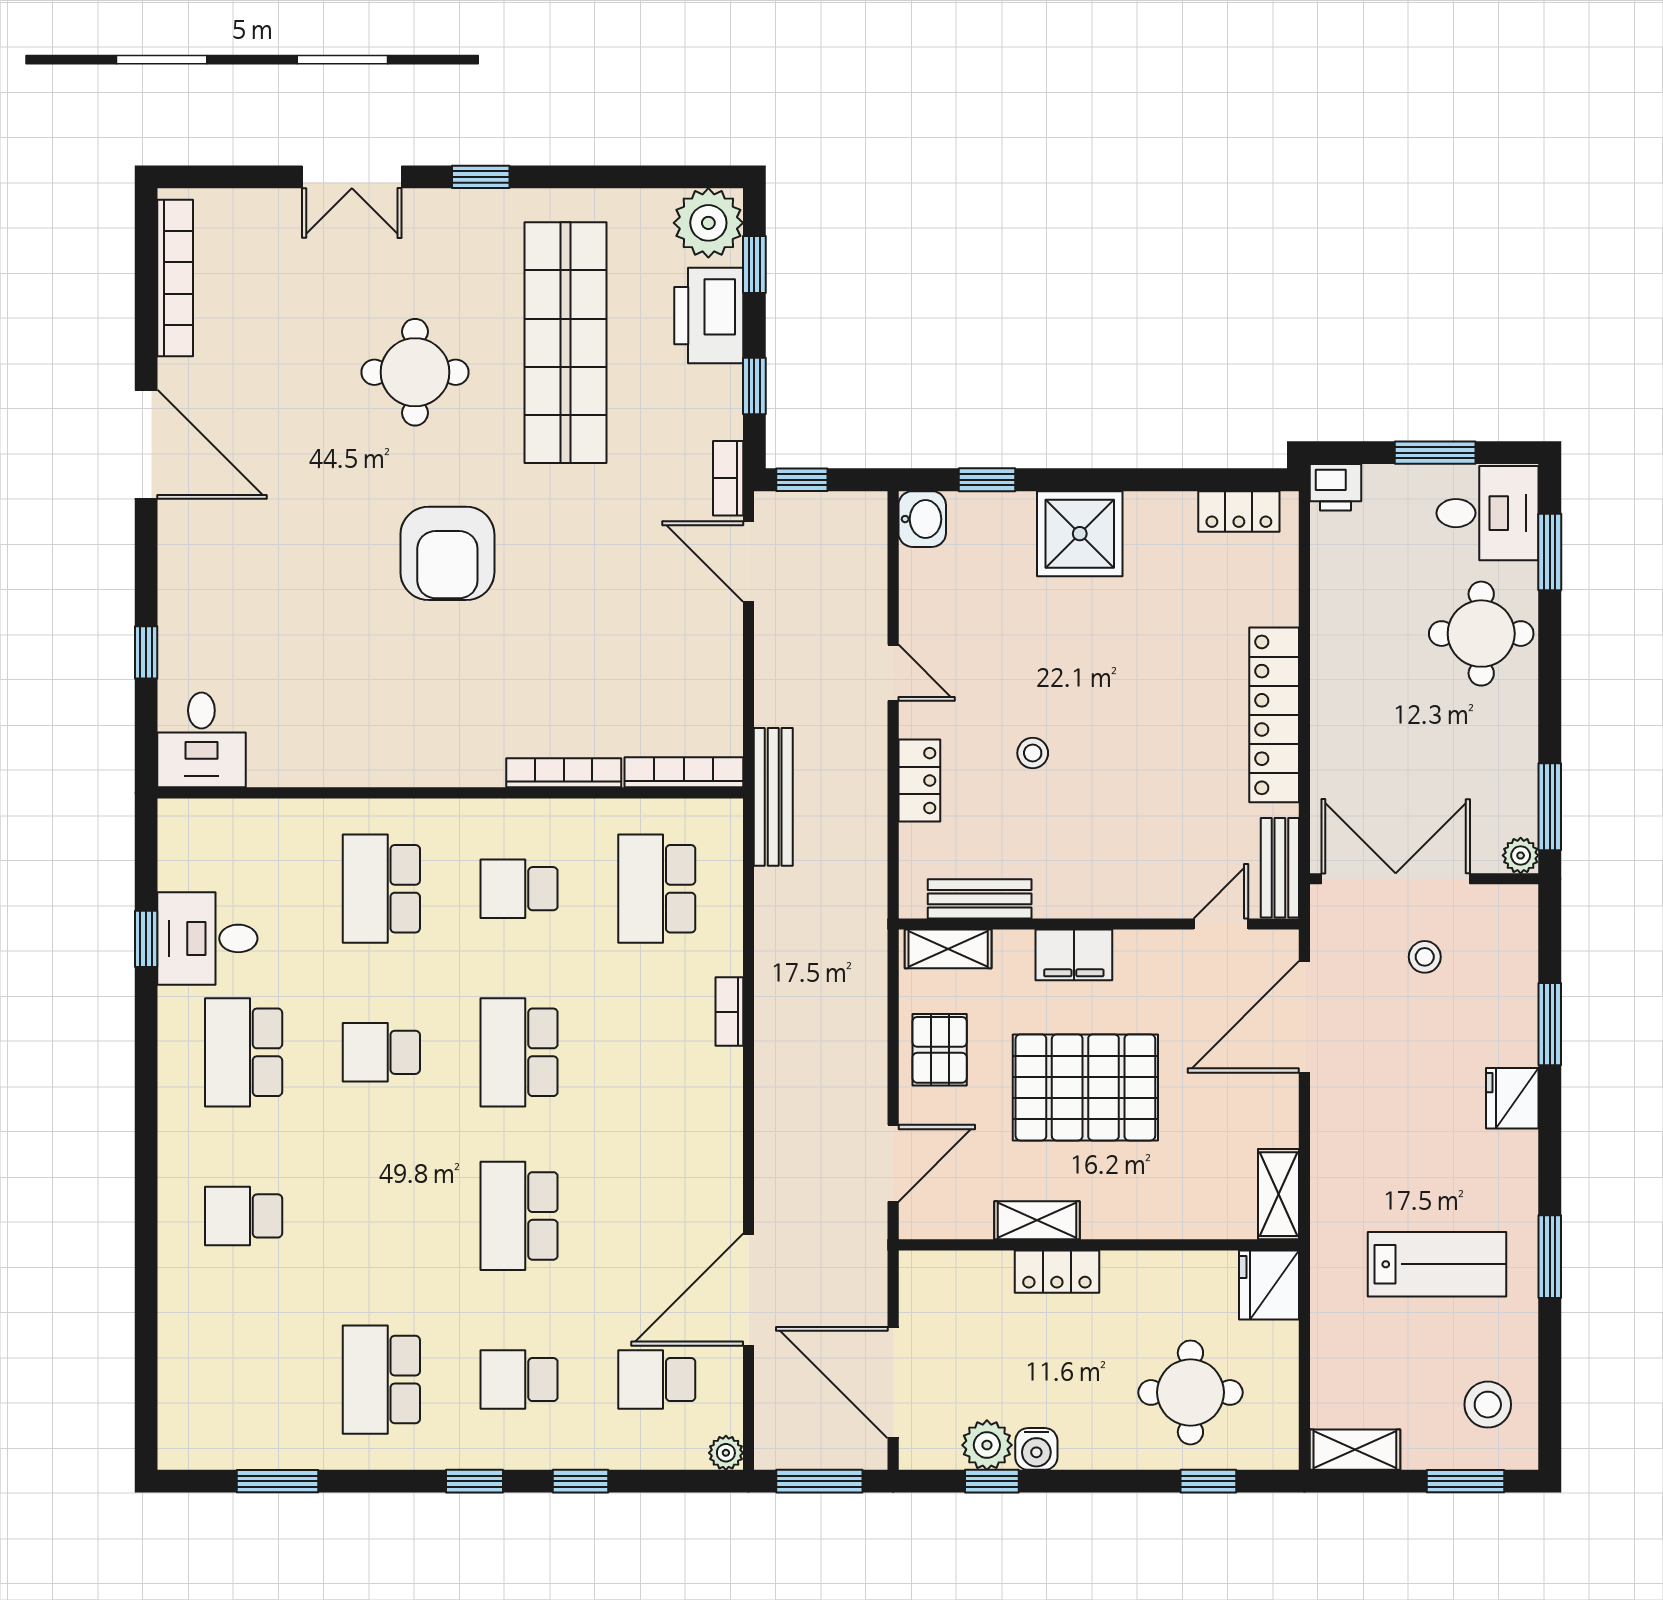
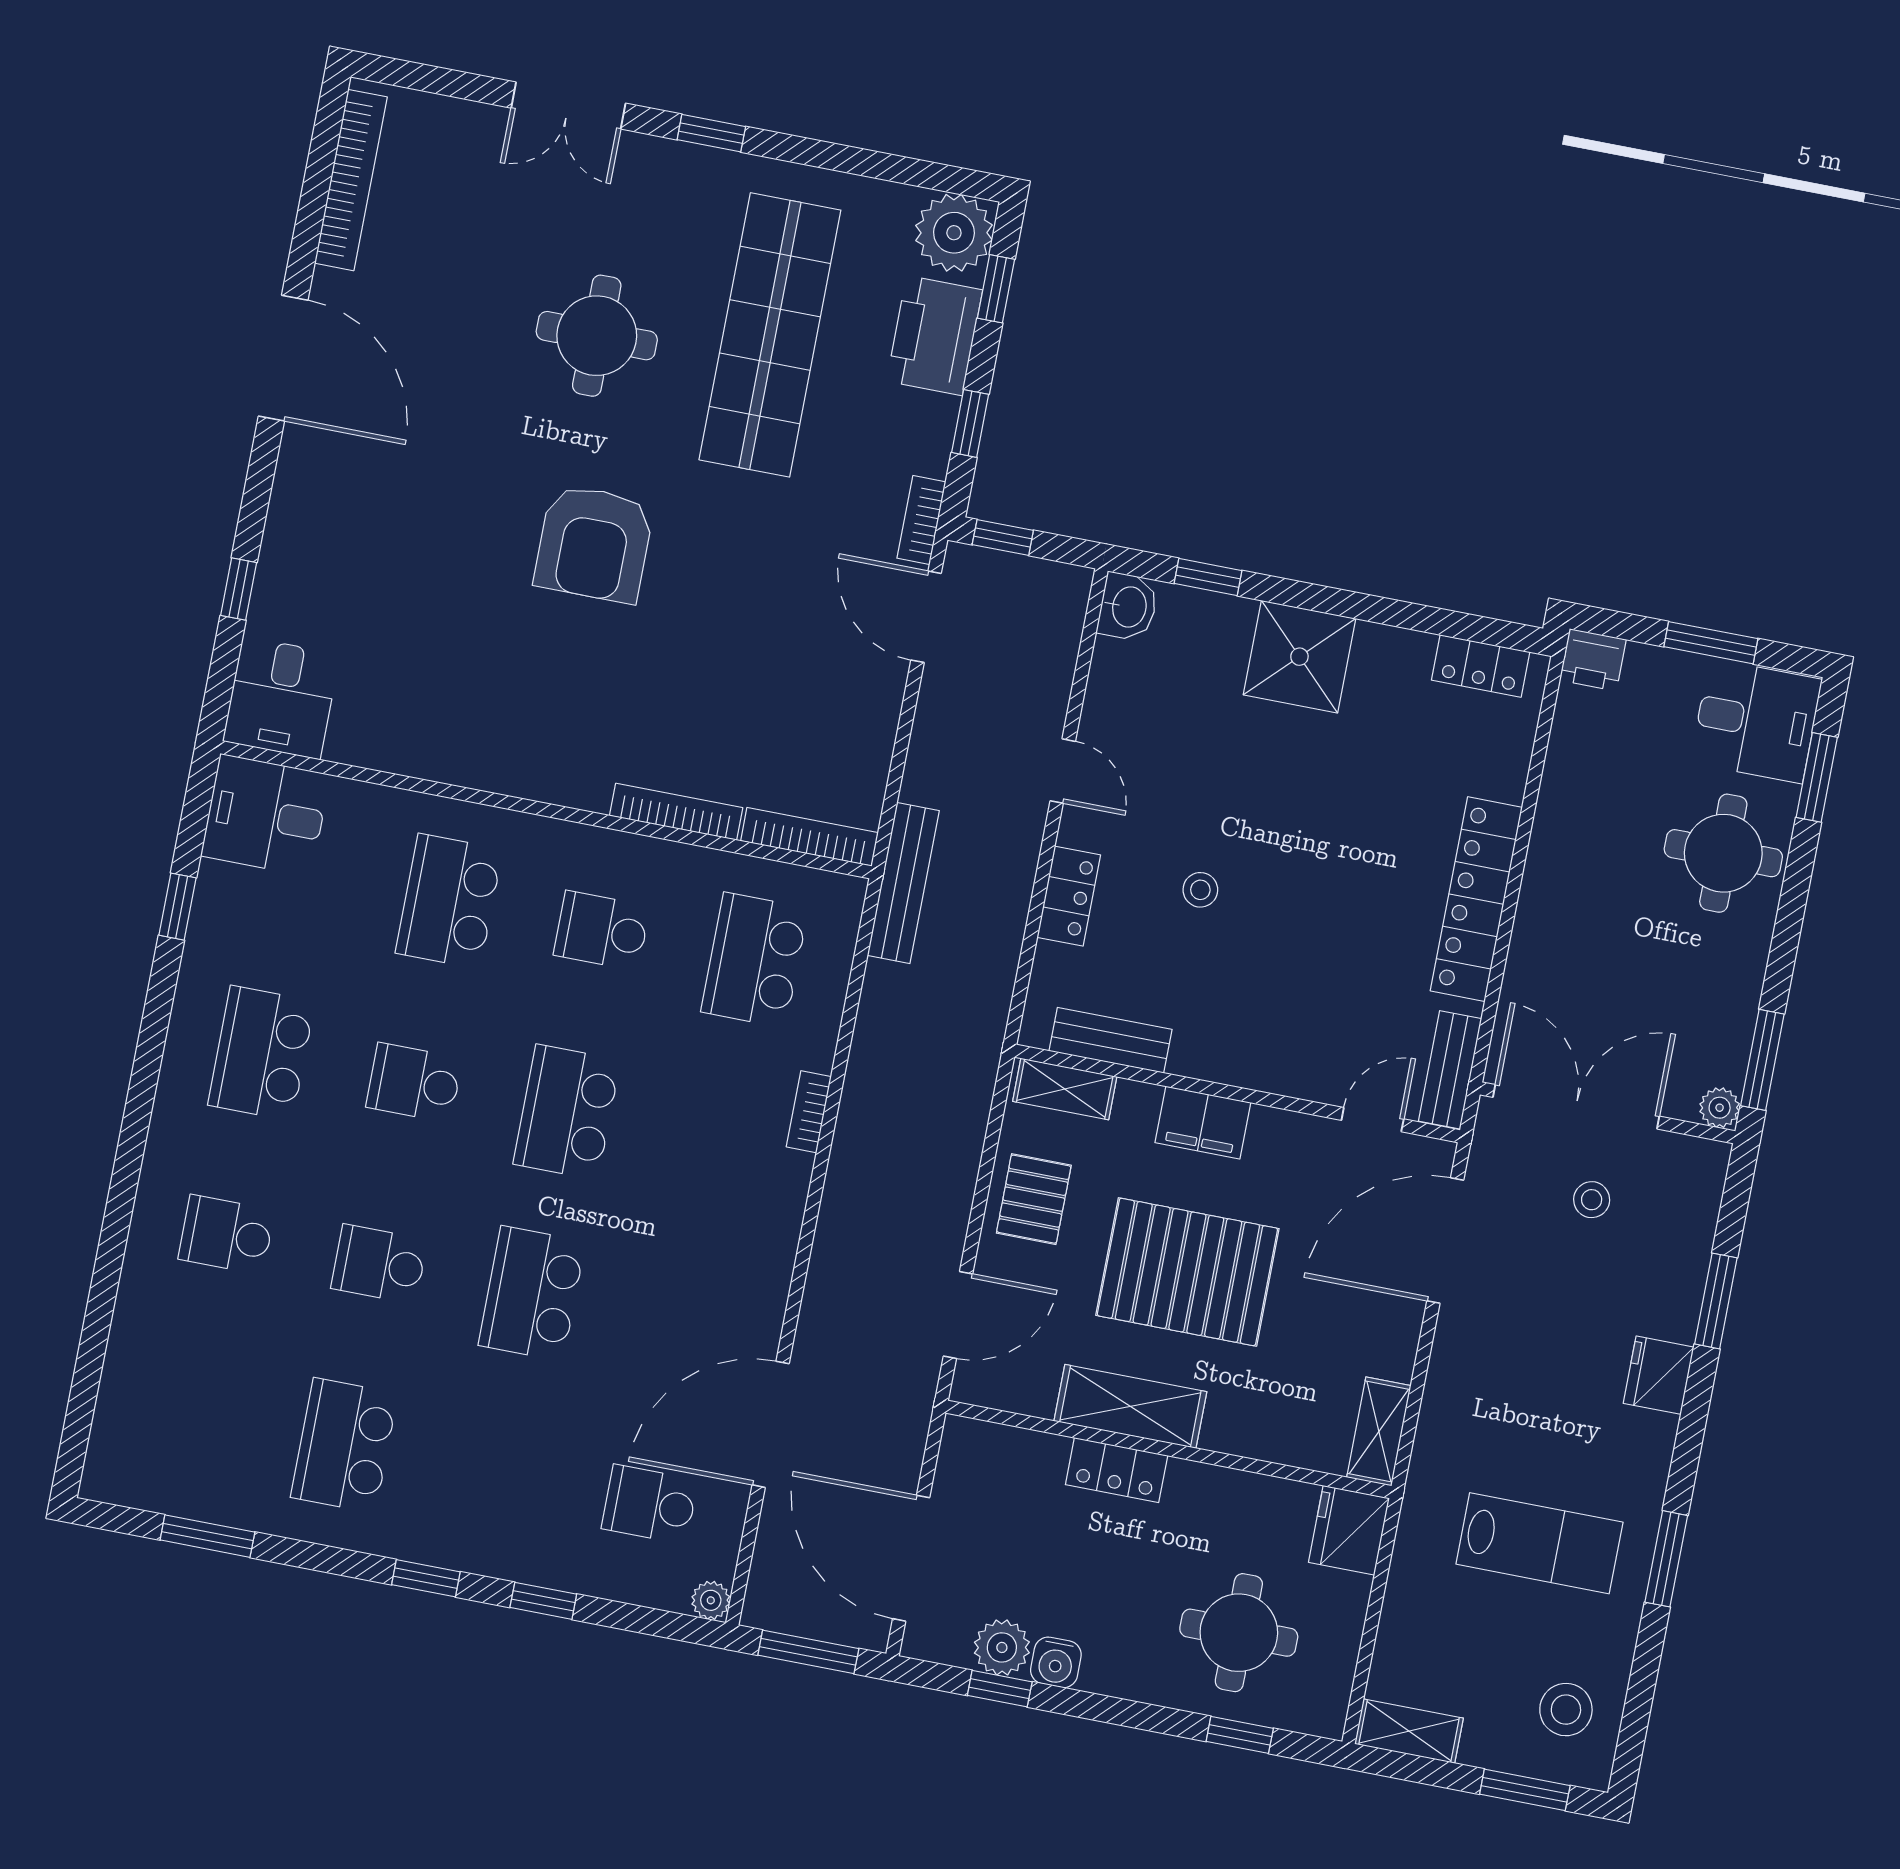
desk: (207, 938) -> (266, 815), moved
shelving: (1037, 1220) -> (1130, 1406), width x1.50, depth x1.33
school desk: (519, 1380) -> (379, 1264), moved

